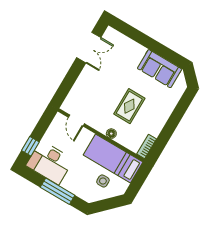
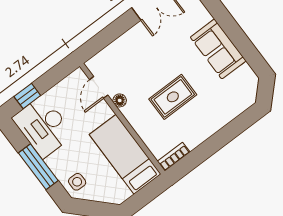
sofa: (160, 69) -> (218, 49), moved
floor lamp: (111, 134) -> (120, 100), moved
side table: (103, 181) -> (77, 182), moved

